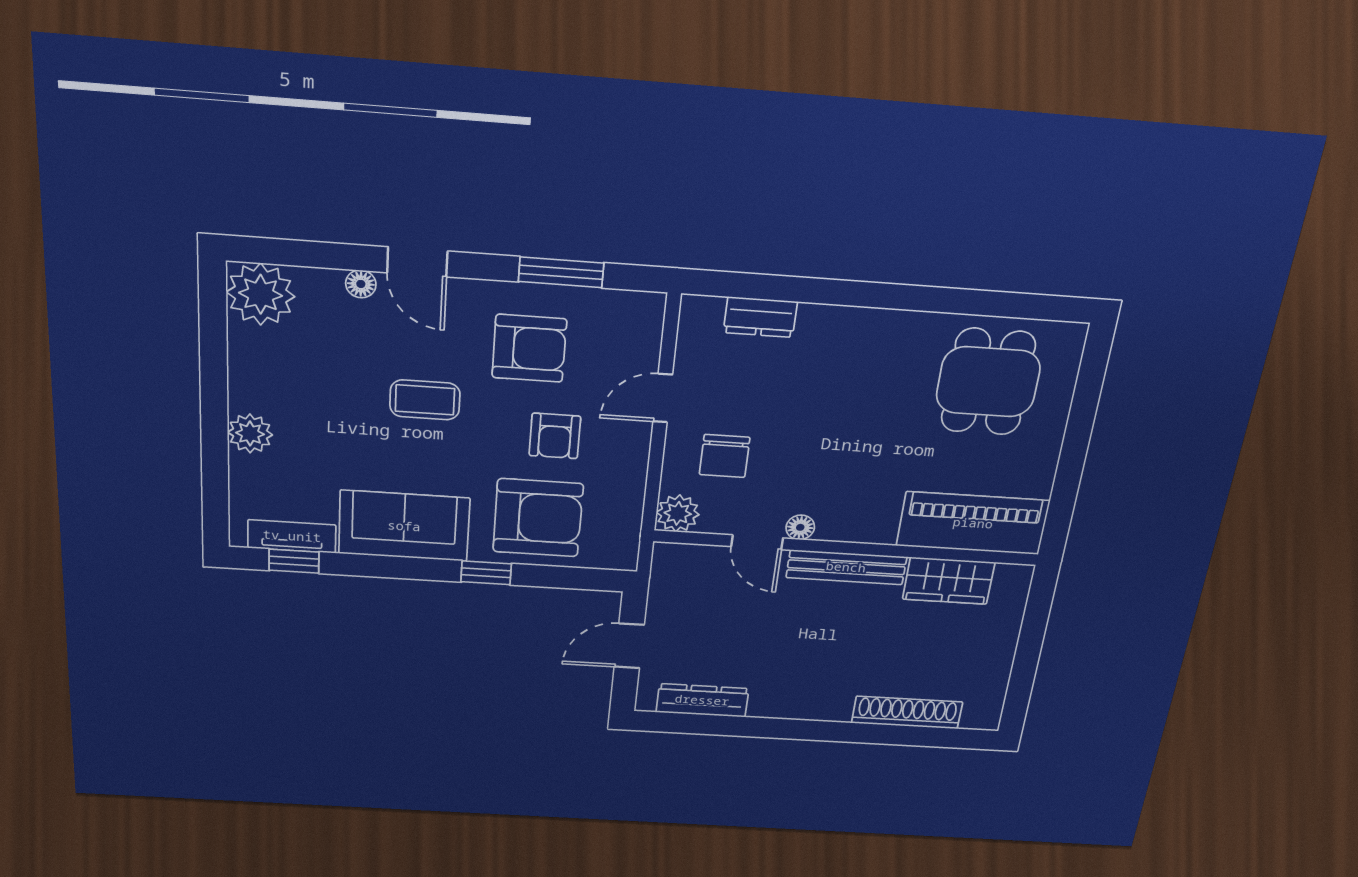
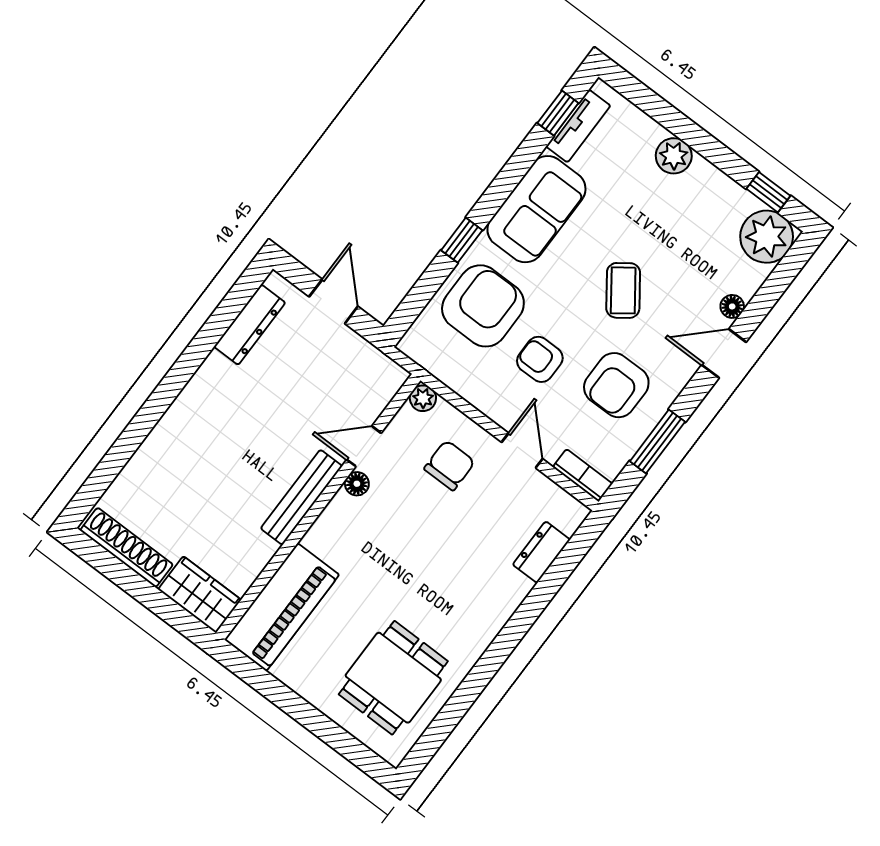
window: (213, 321) -> (768, 192), added
bookcase: (649, 325) -> (583, 475), added
dining table: (988, 382) -> (393, 678), turned 90
coffee table: (425, 400) -> (623, 290), turned -36
chair: (725, 456) -> (450, 465), turned 90
plant: (678, 513) -> (423, 398), width x0.73, depth x0.73
armchair: (538, 518) -> (483, 306), turned 180
wardrobe: (949, 581) -> (200, 595), moved, turned 90
shoe rack: (907, 712) -> (127, 547), moved, turned -90

